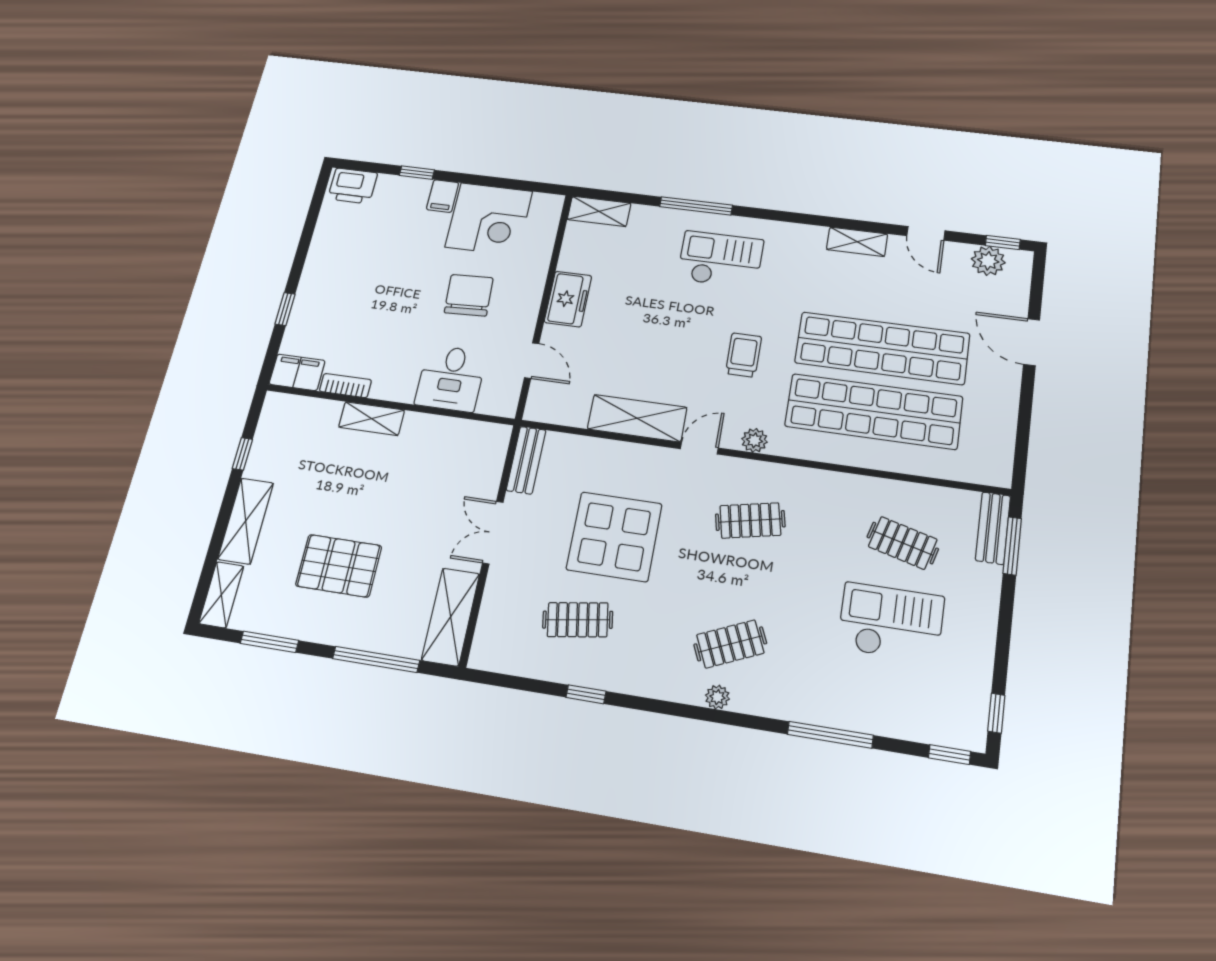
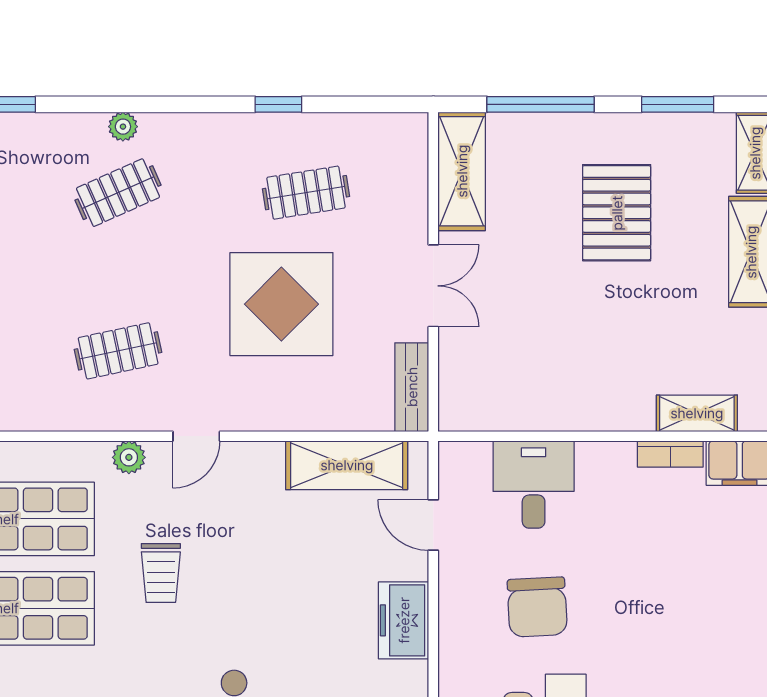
shelving: (637, 418) -> (347, 465), moved
shelving: (372, 419) -> (697, 413), moved
pallet: (339, 566) -> (617, 213), turned 90

